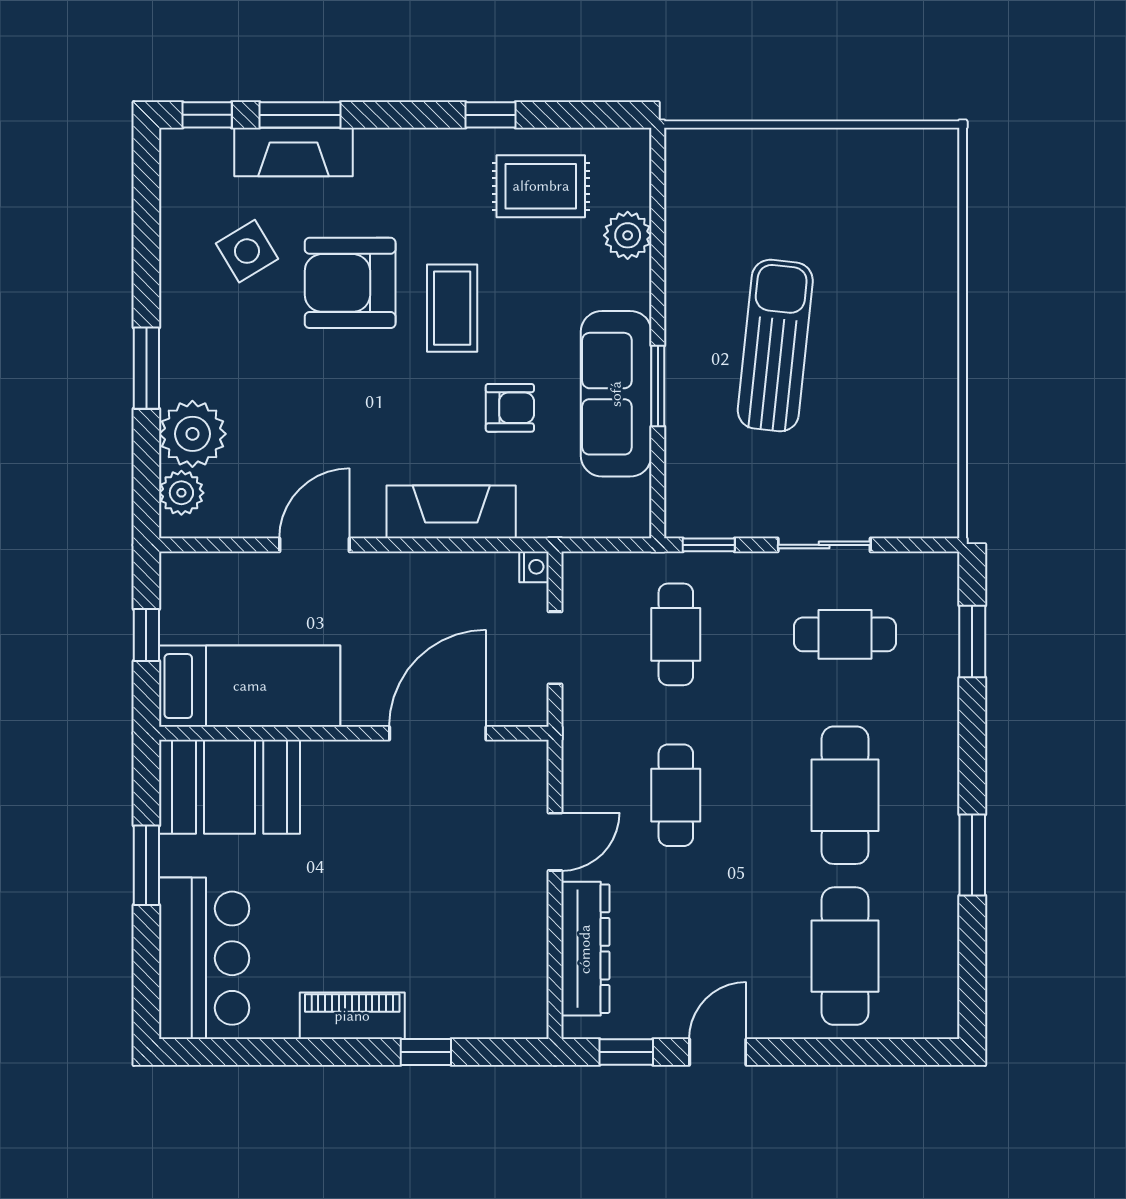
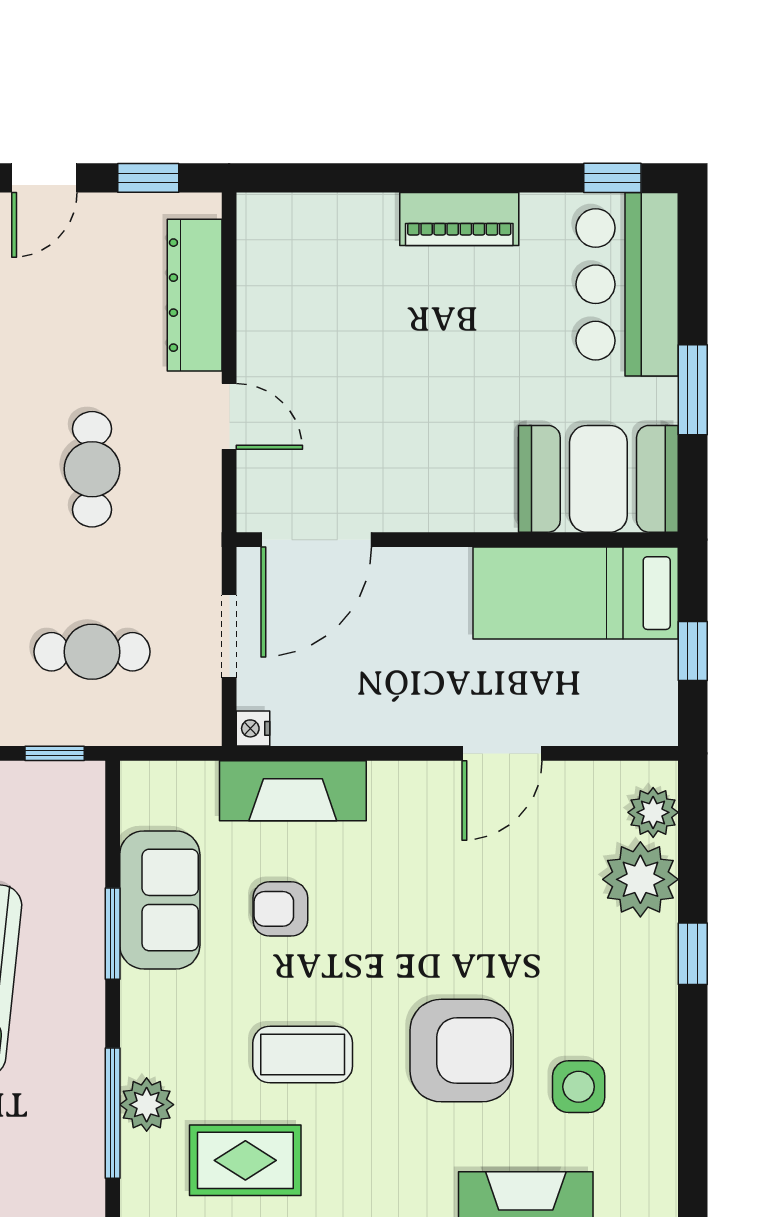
window: (658, 228) -> (113, 1113), added
side table: (247, 251) -> (579, 1087), turned 31
coffee table: (452, 308) -> (303, 1055), moved, turned 90
window: (146, 368) -> (693, 954), width x0.67
sofa: (616, 394) -> (160, 900), width x0.73
fireplace: (451, 512) -> (293, 791), moved
cafe table: (676, 634) -> (92, 652), turned 90
door: (438, 733) -> (316, 540), moved
door: (555, 842) -> (229, 416), swing flipped
window: (426, 1052) -> (612, 178), moved

